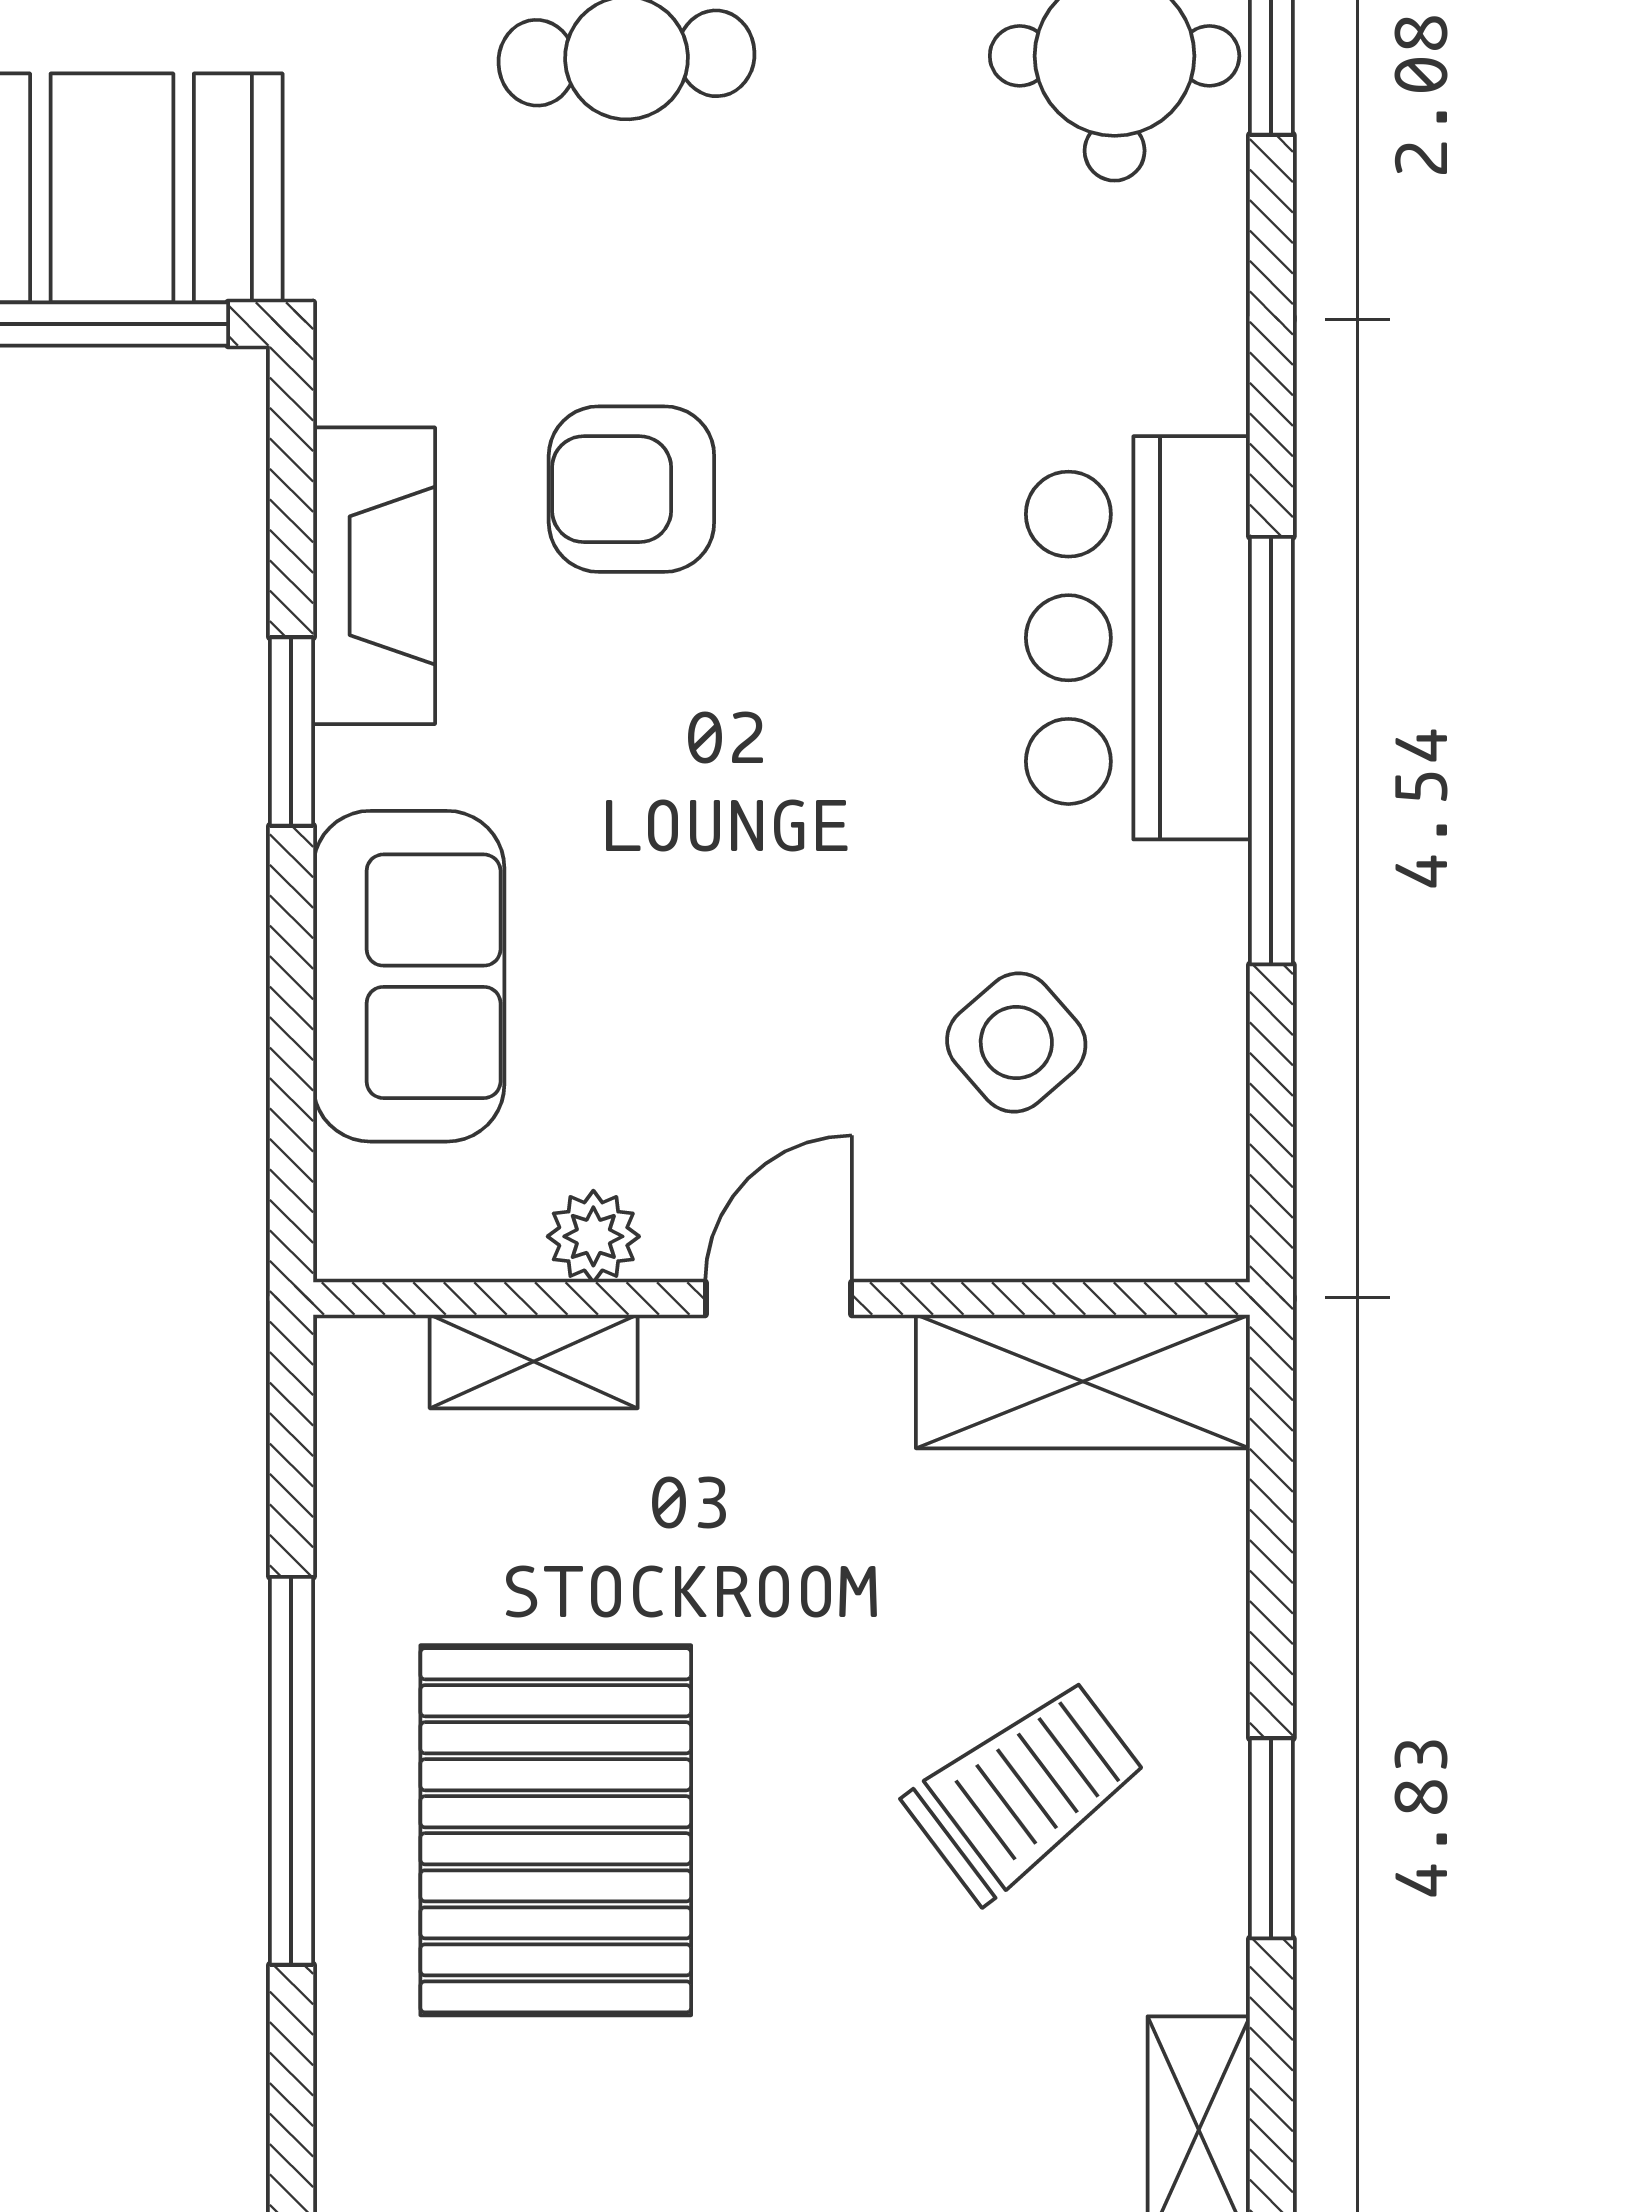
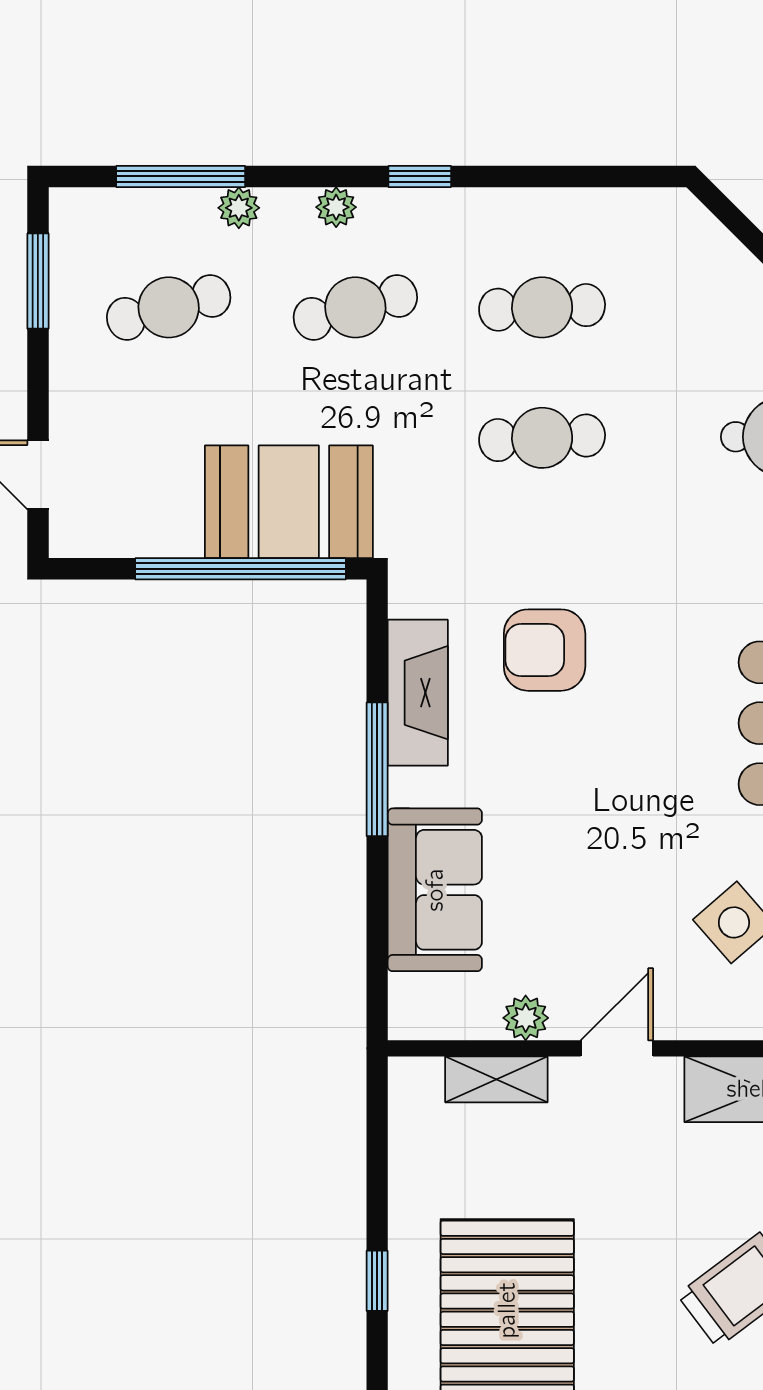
window: (291, 732) -> (377, 769), width x1.44
window: (291, 1771) -> (377, 1281), width x0.32

